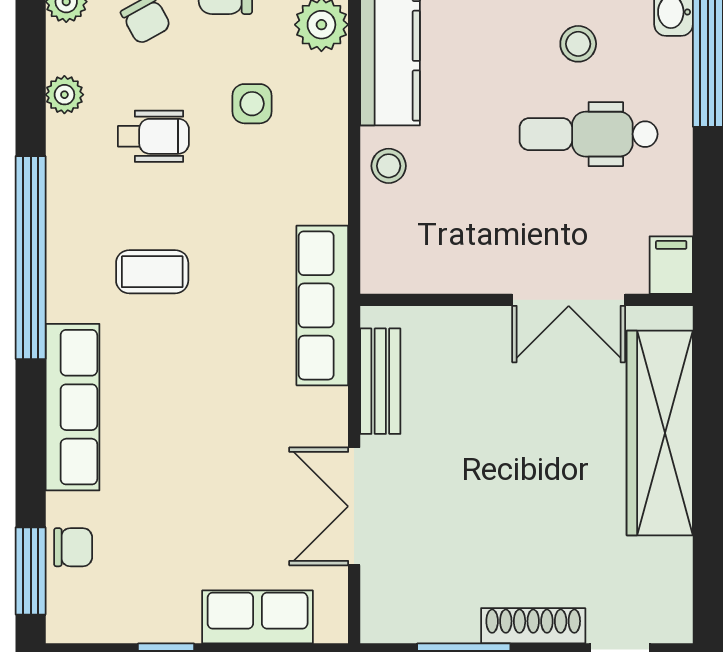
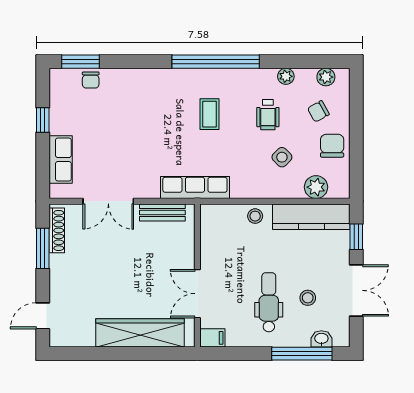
side table: (252, 104) -> (282, 157), turned 45
row of seats: (72, 407) -> (151, 80), removed
double door: (354, 506) -> (108, 201), swing flipped
shoe rack: (533, 626) -> (57, 230), moved

